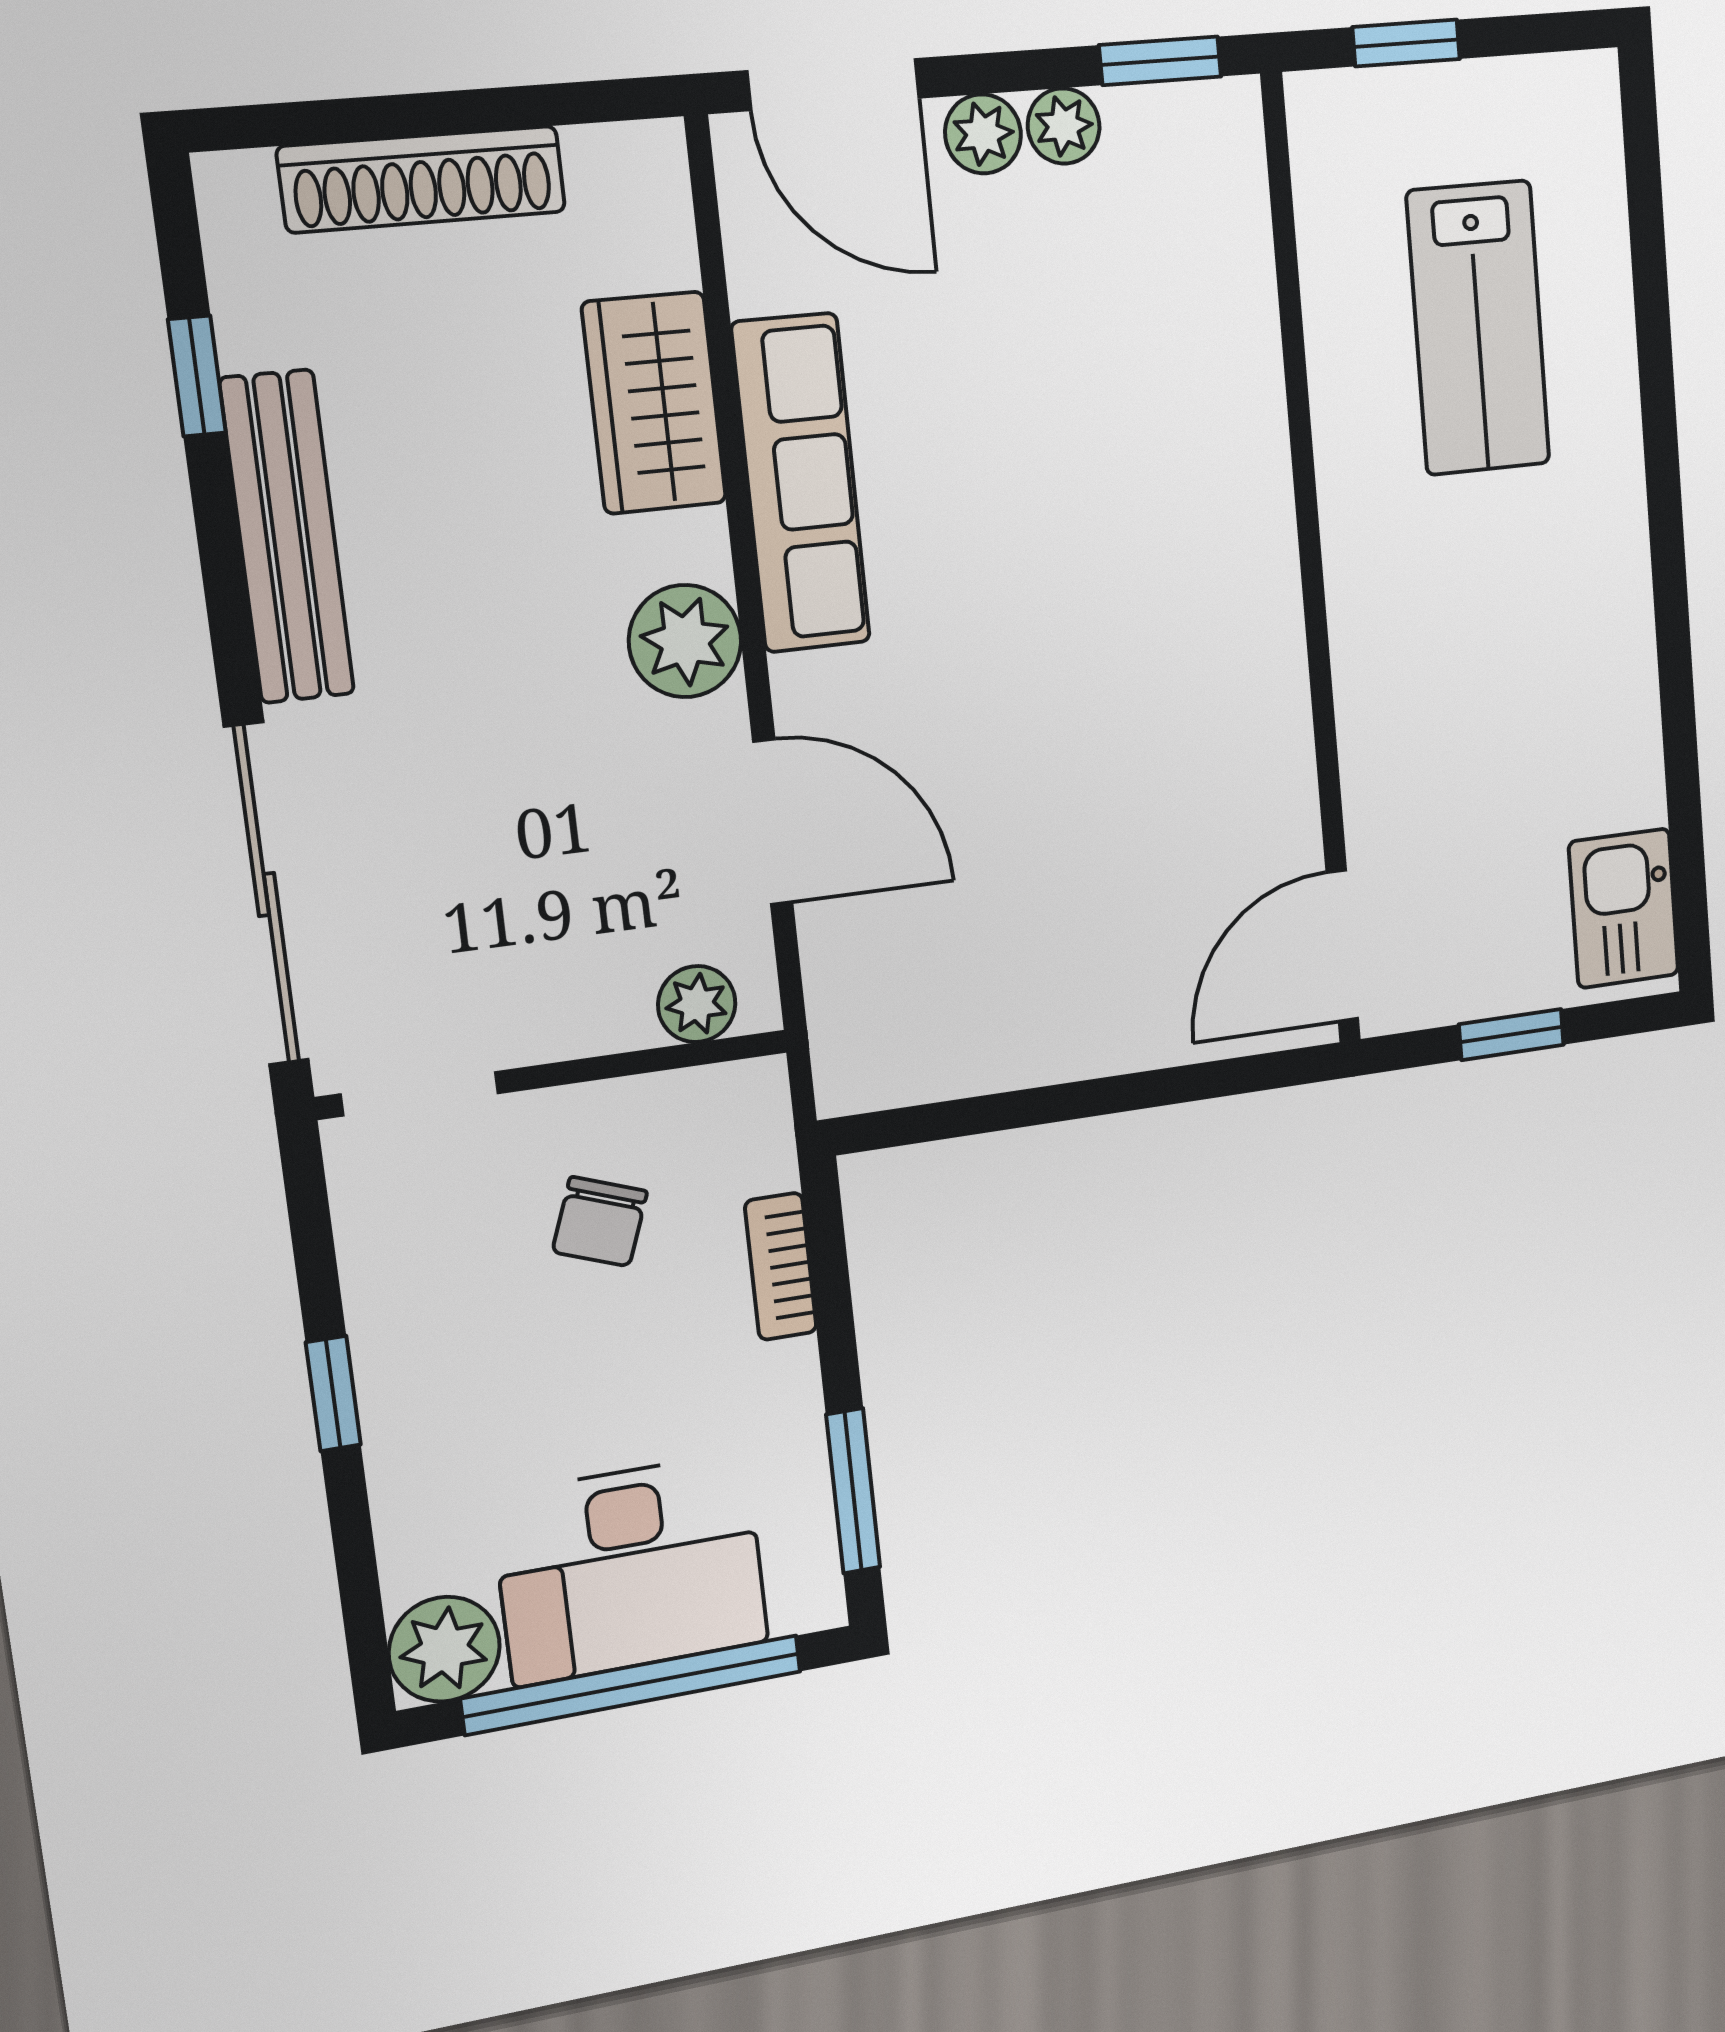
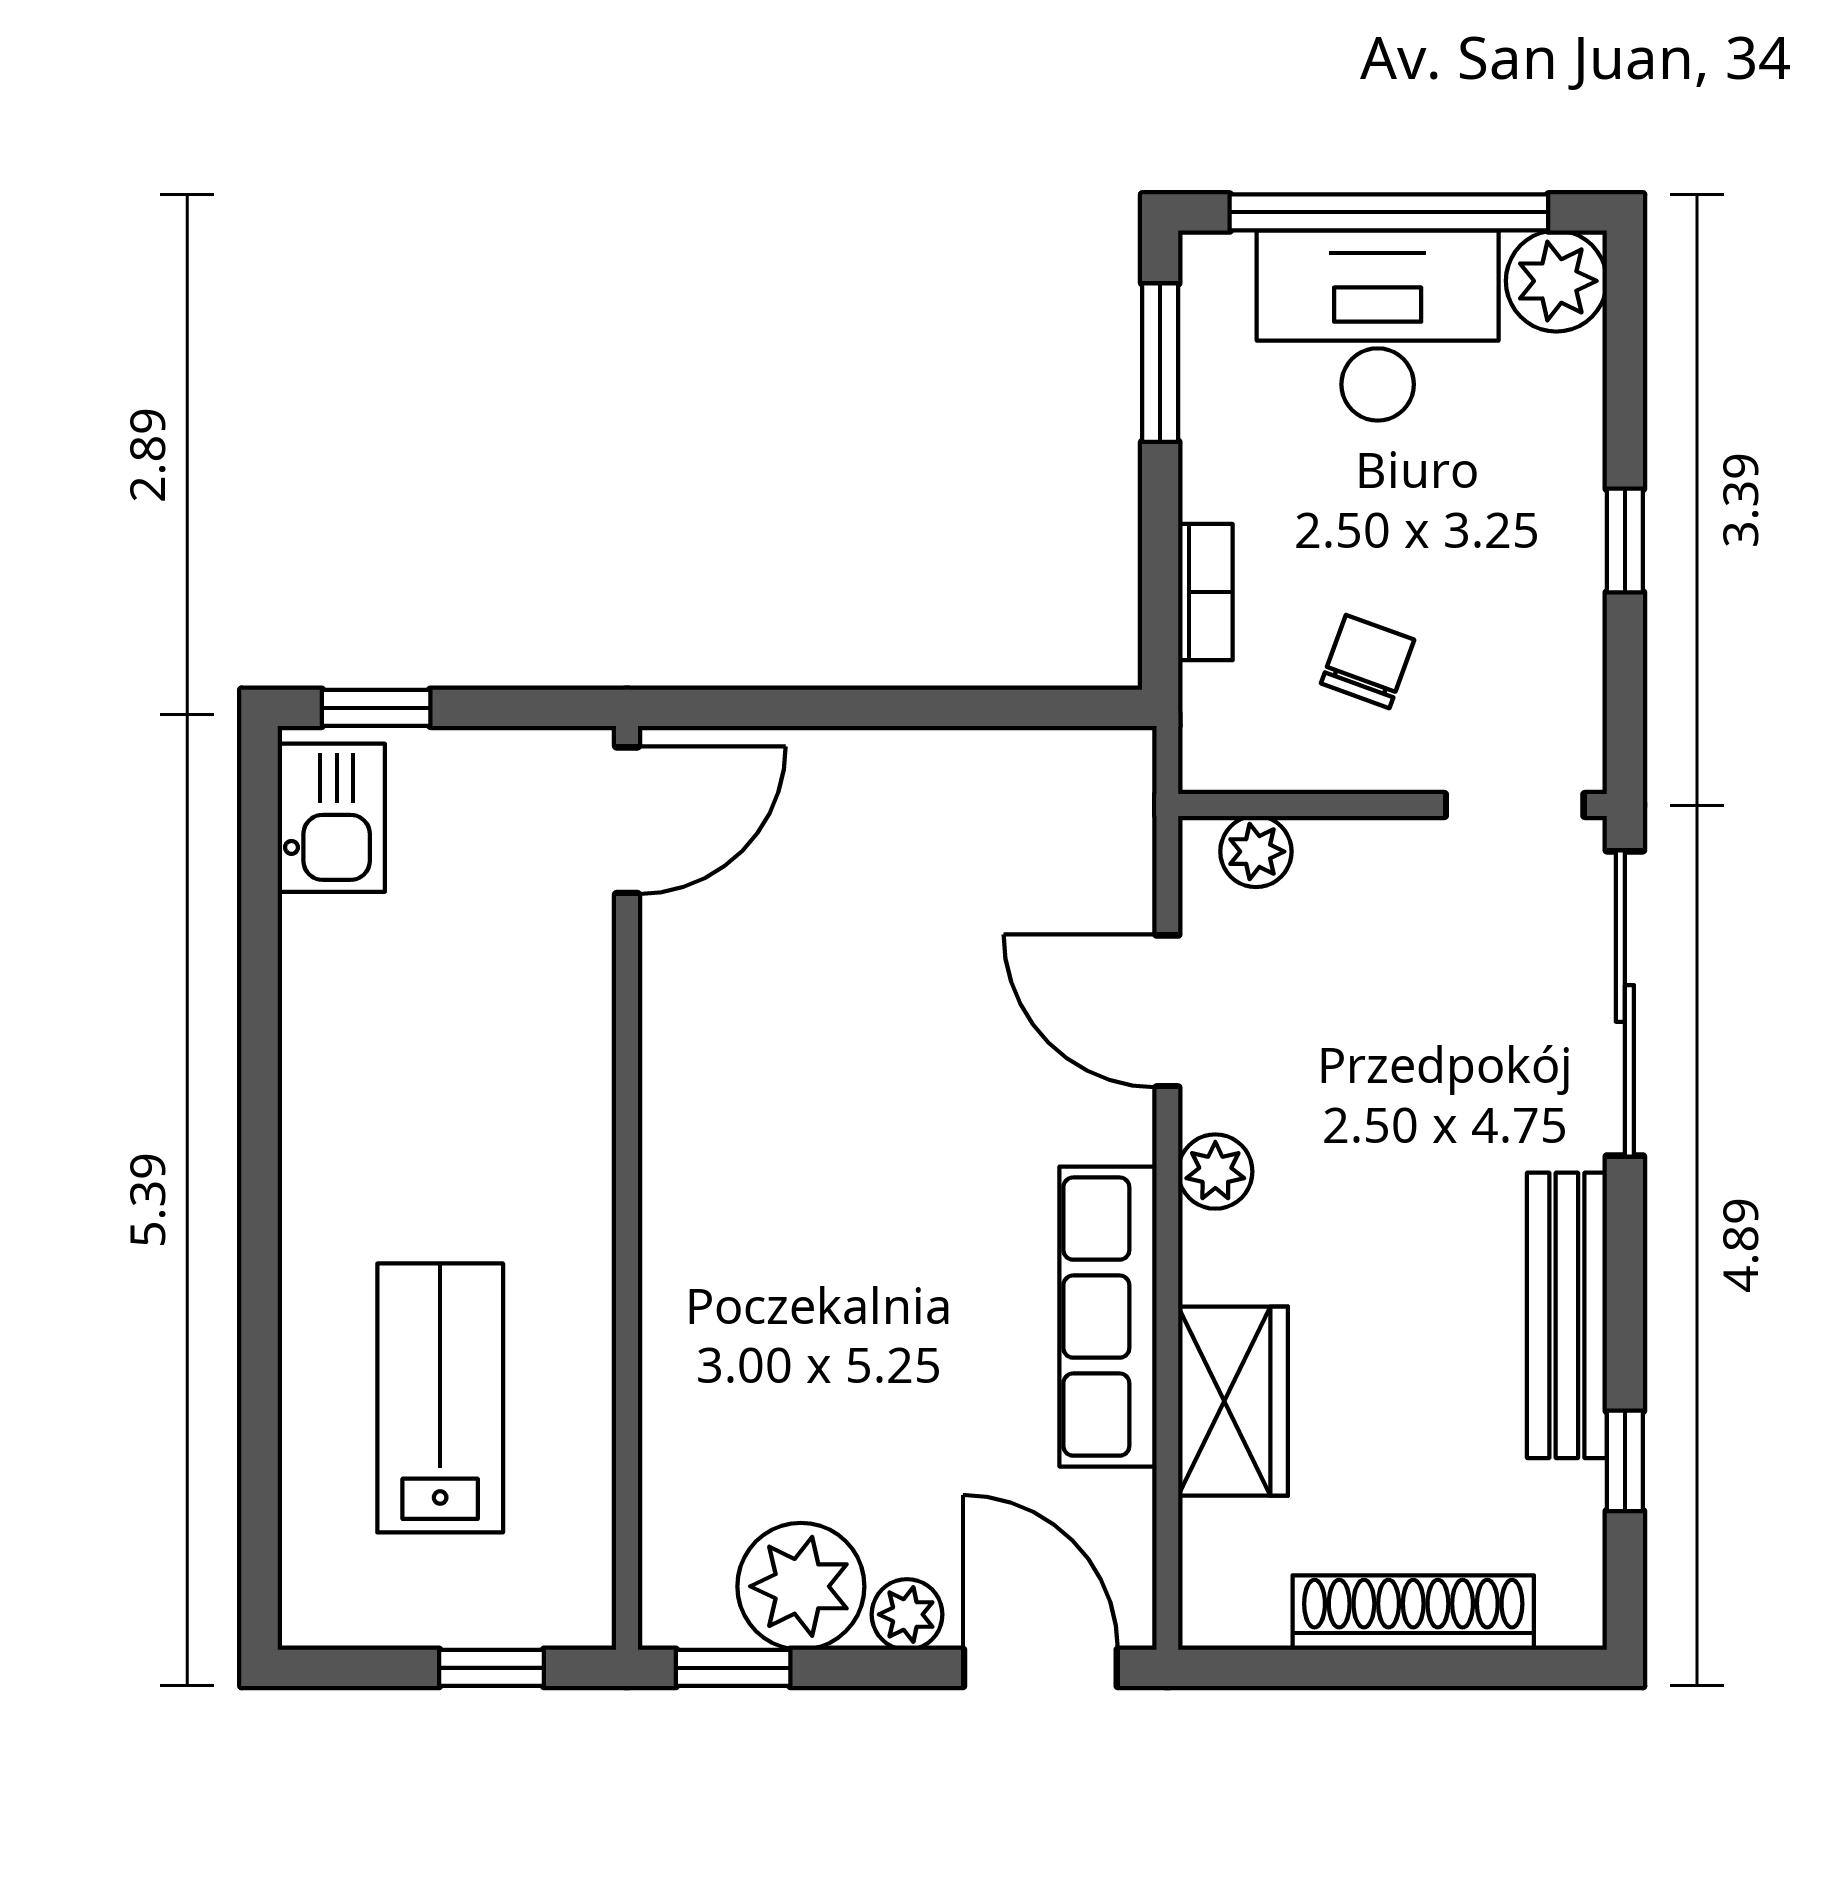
plant: (1064, 126) -> (801, 1586), width x1.88, depth x1.88
plant: (685, 641) -> (1215, 1172), width x0.73, depth x0.73
window: (1511, 1035) -> (376, 708), moved

